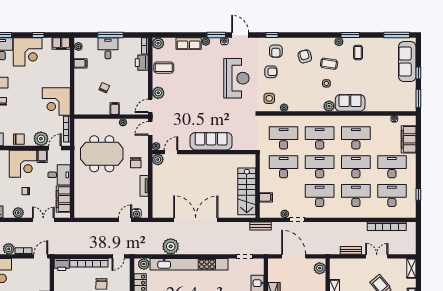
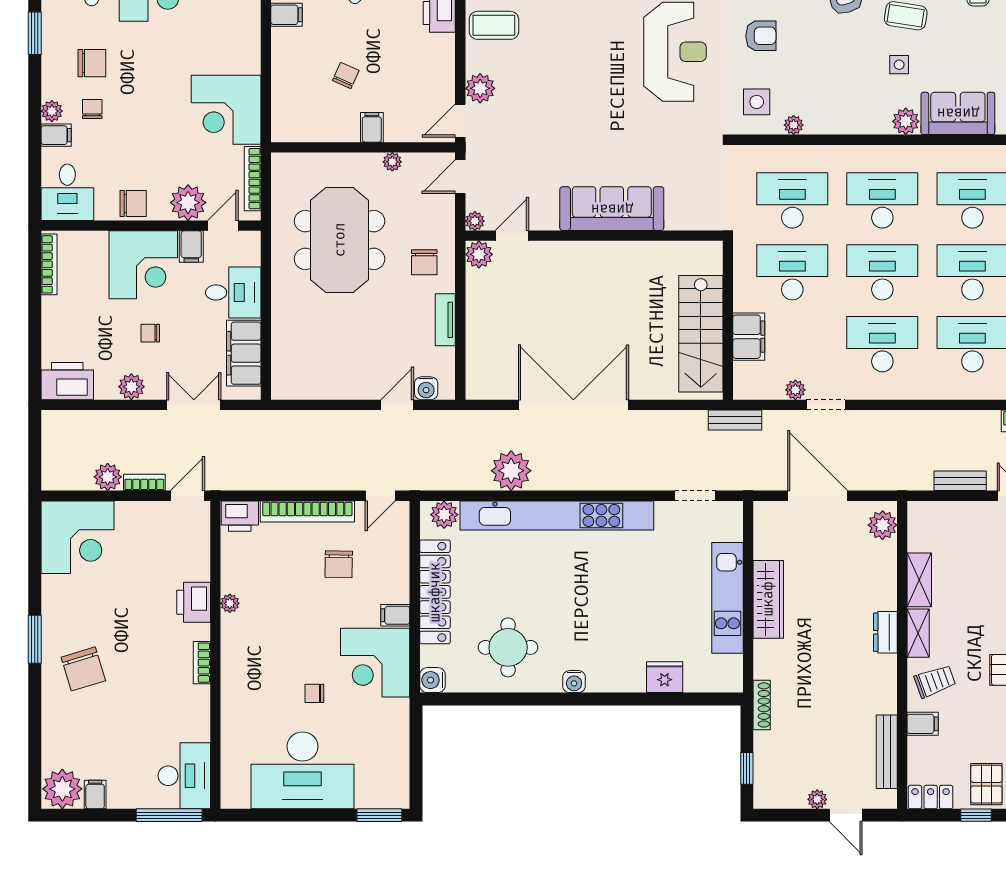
meeting table: (102, 154) -> (340, 240), turned 90
filing cabinet: (266, 197) -> (749, 337), width x2.00

